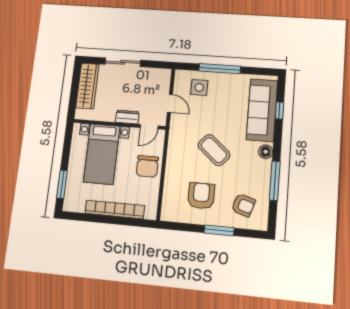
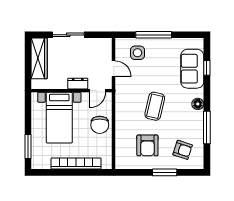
sofa: (262, 110) -> (192, 69), width x0.73
coffee table: (214, 150) -> (155, 106), turned 62
armchair: (201, 196) -> (147, 145), turned 180

